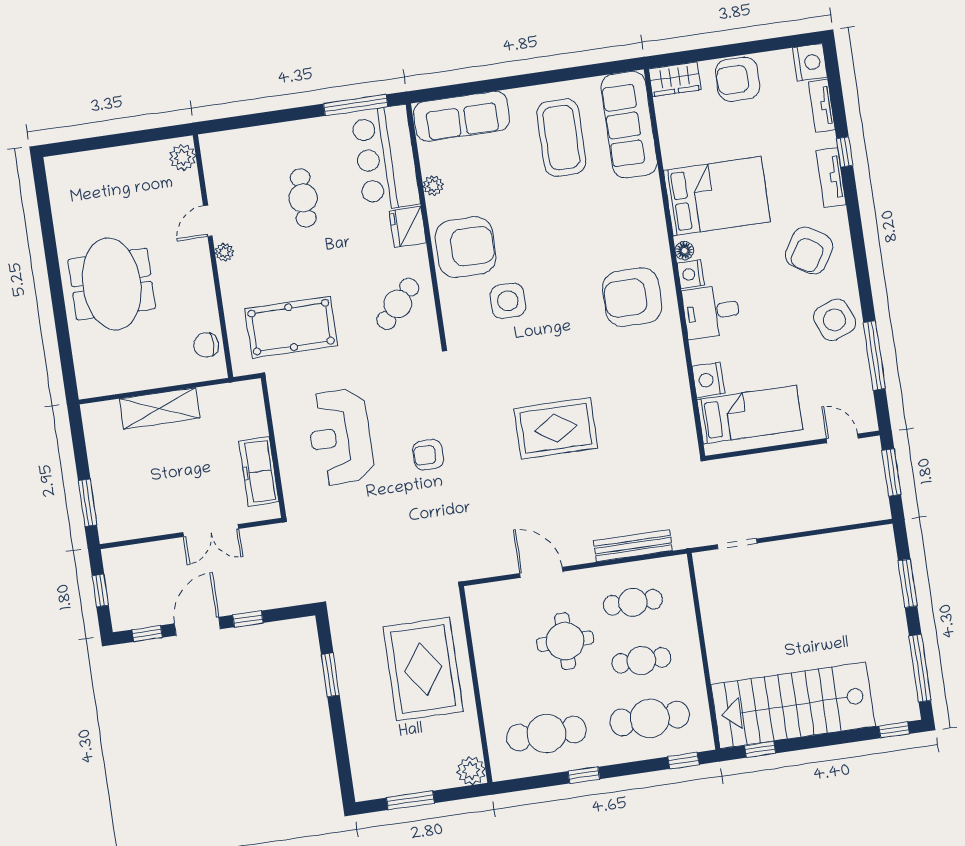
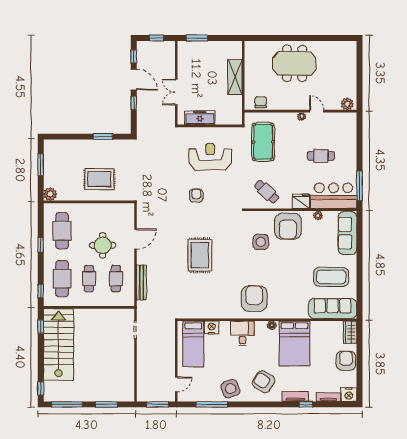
nightstand: (691, 274) -> (261, 326), removed
rug: (423, 669) -> (99, 179), width x0.73, depth x0.69

